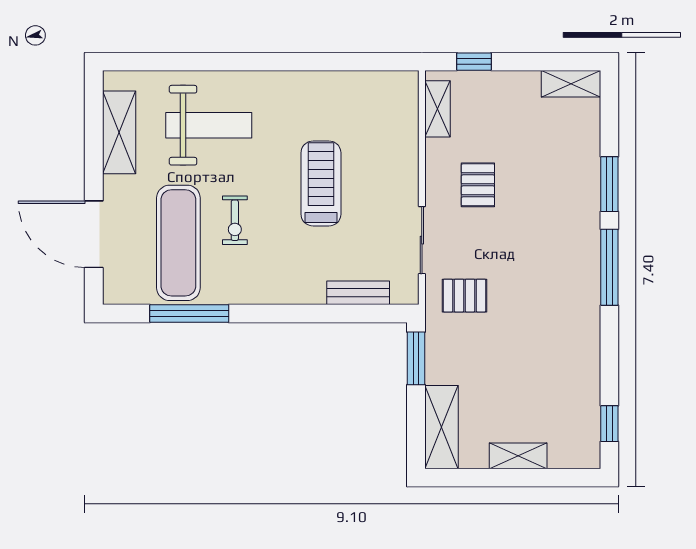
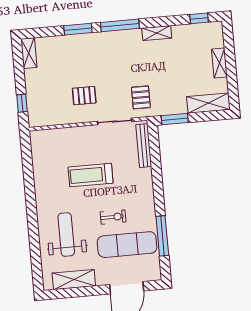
shelving: (437, 109) -> (157, 33), moved
bench: (358, 293) -> (144, 146), width x1.36

